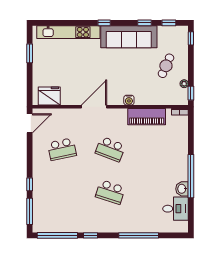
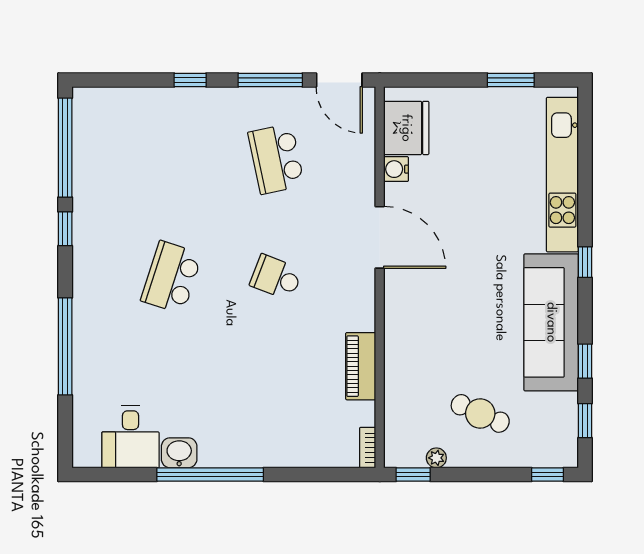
water cooler: (129, 100) -> (396, 169), moved
piano: (147, 117) -> (361, 366), width x0.73, depth x0.75
school desk: (110, 149) -> (276, 277), width x0.54
window: (30, 211) -> (270, 80), moved

